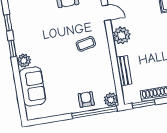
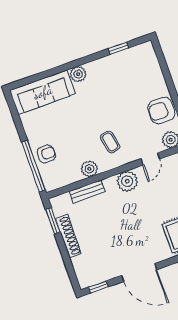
window: (12, 48) -> (90, 58), removed
sofa: (32, 86) -> (43, 92), width x1.36
plant: (111, 100) -> (89, 169), moved

